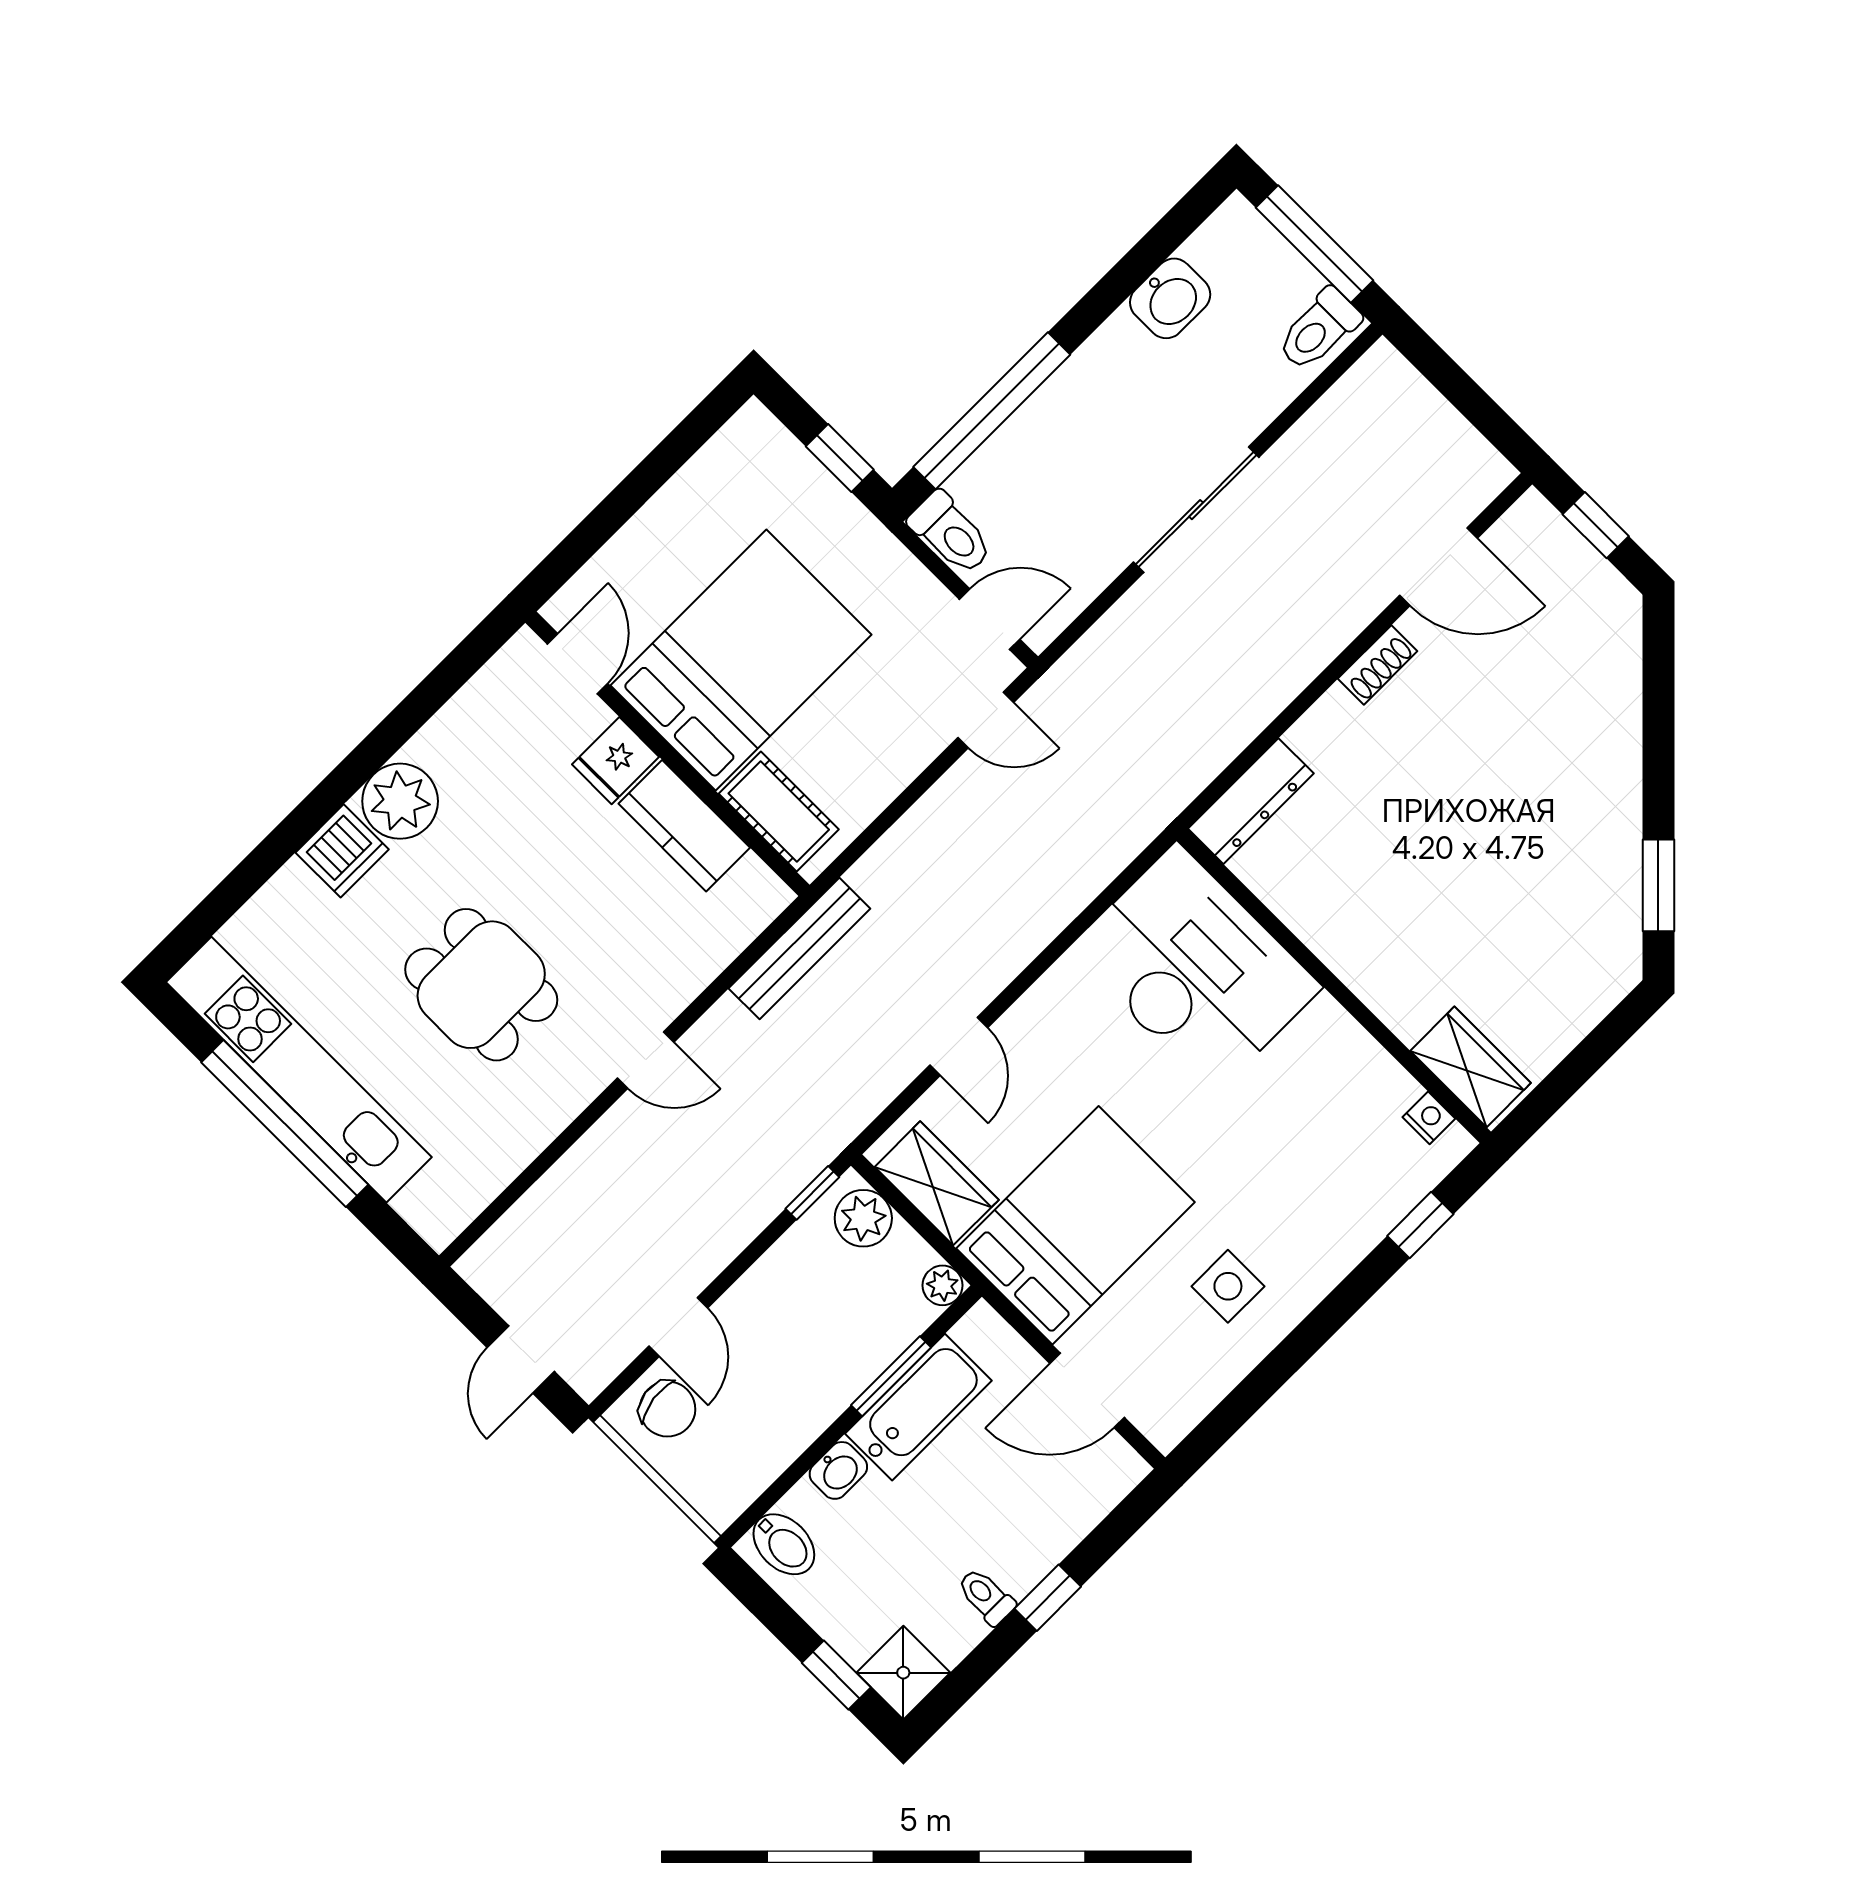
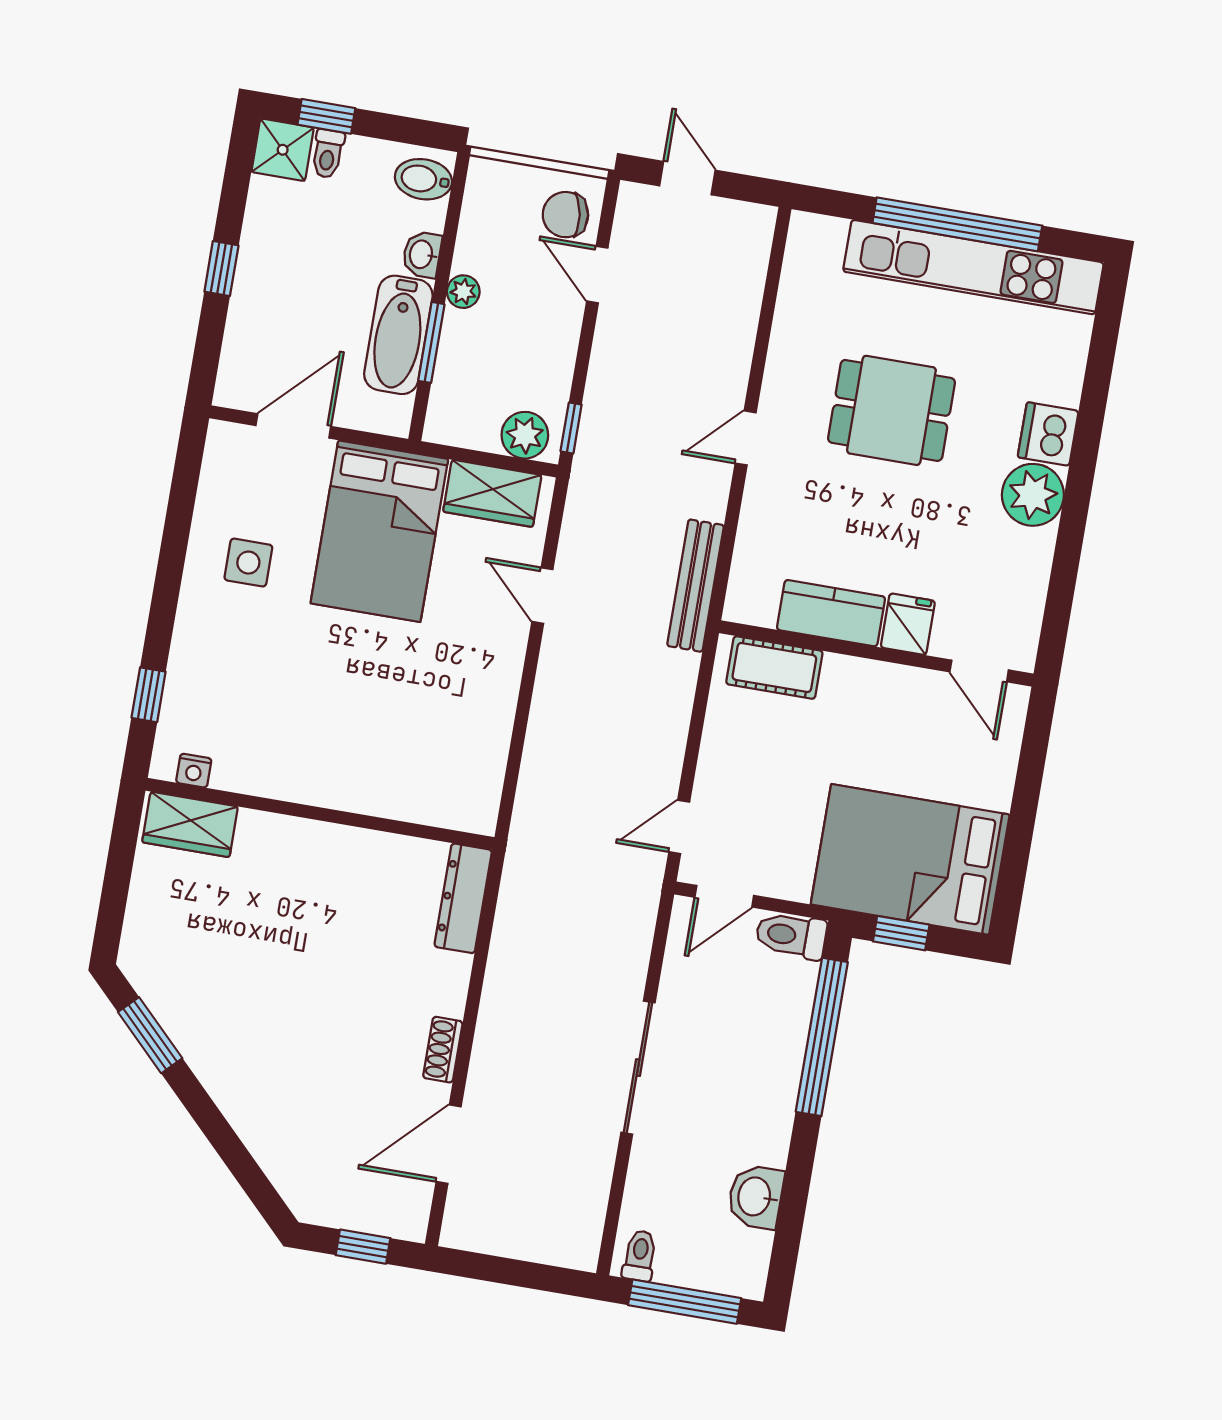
toilet: (1319, 330) -> (640, 1256), width x0.73, depth x0.72
bed: (741, 660) -> (910, 859), moved, turned 90
desk: (1195, 969) -> (421, 760), removed
plant: (943, 1285) -> (463, 292), moved
toilet: (986, 1596) -> (328, 154), moved, turned 90

